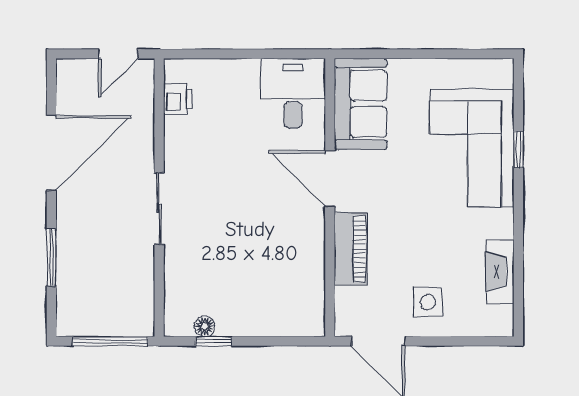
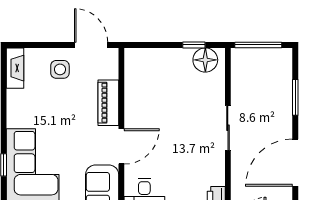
door: (330, 179) -> (121, 146), hinge flipped
fireplace: (500, 272) -> (15, 68), moved
floor lamp: (205, 326) -> (205, 60), width x1.89, depth x1.89

